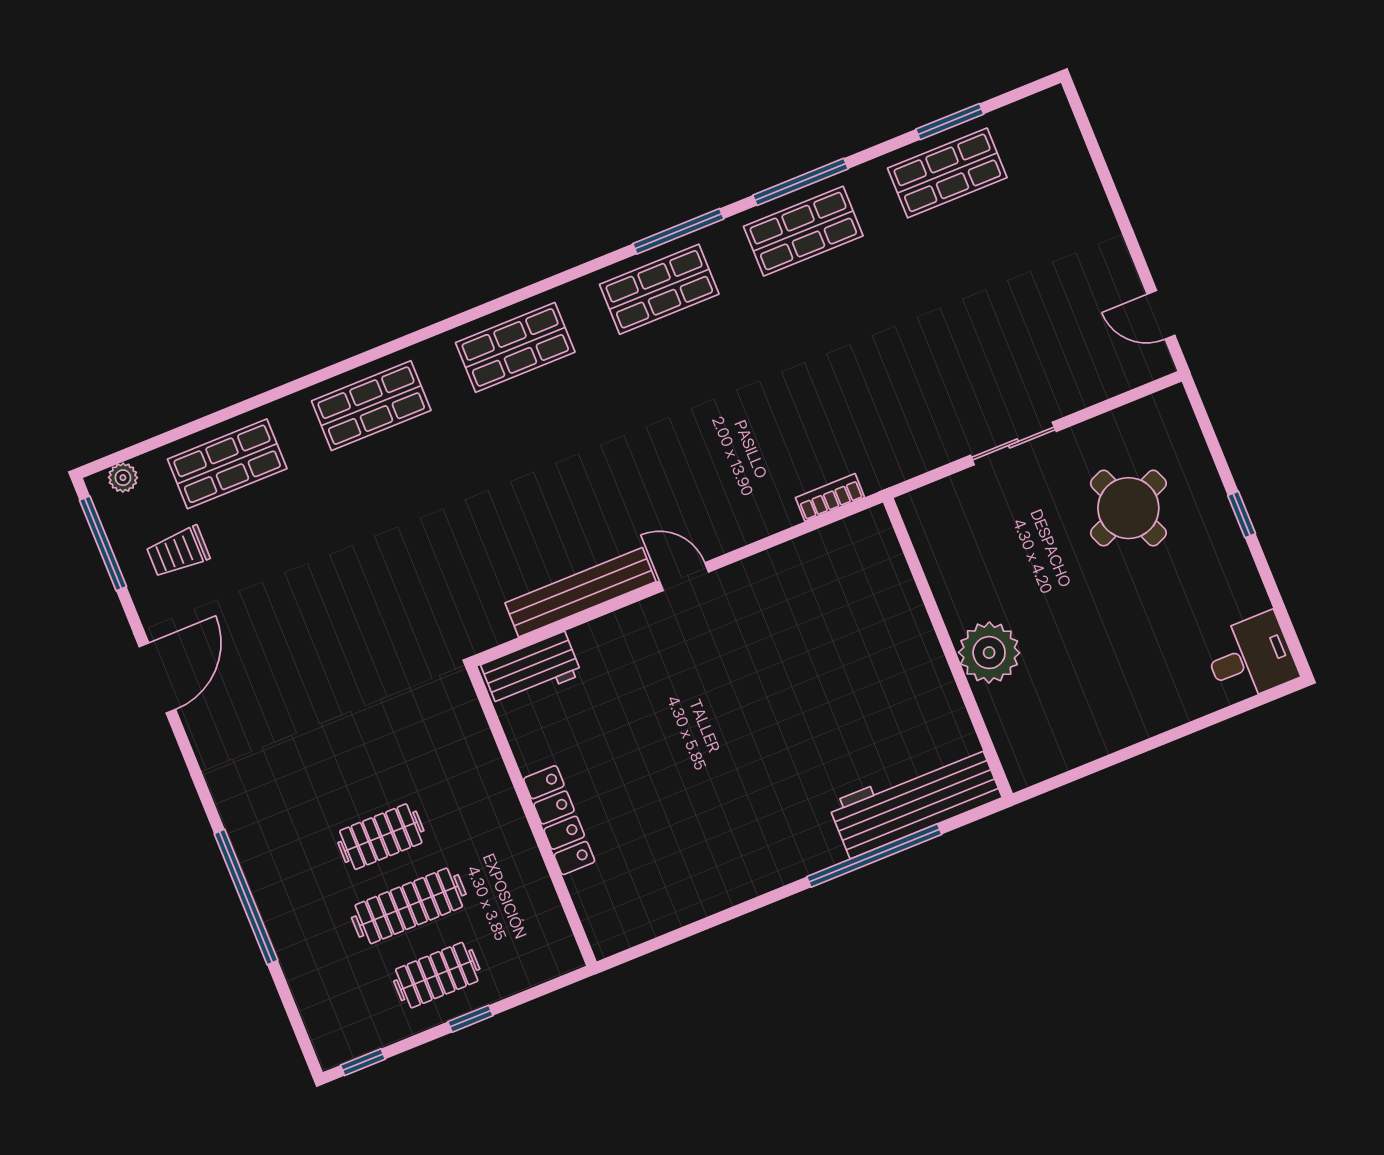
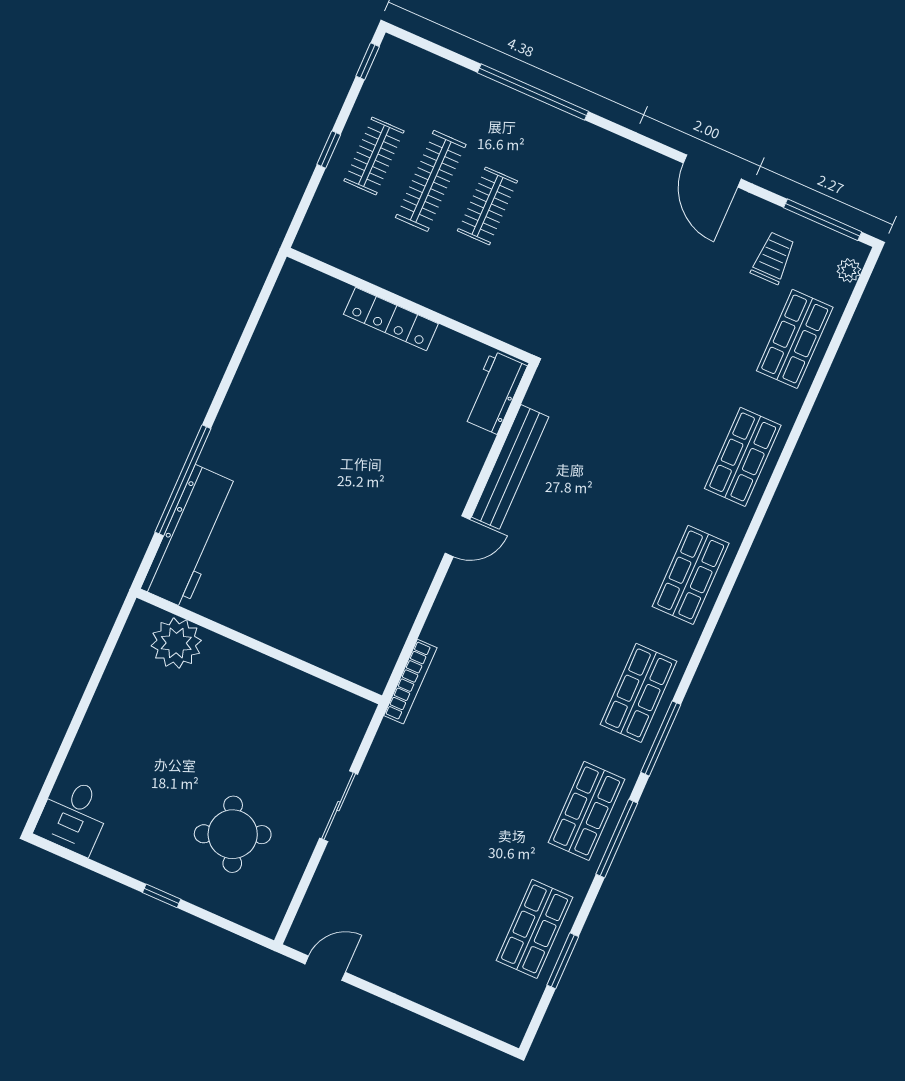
bookcase: (830, 497) -> (410, 682), width x1.56
plant: (989, 653) -> (176, 643), moved

